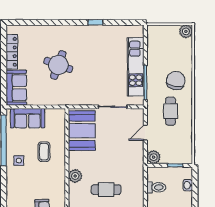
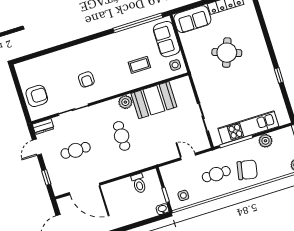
booth: (82, 131) -> (154, 100), moved
side table: (181, 149) -> (183, 195), added
plant: (154, 157) -> (265, 141), moved
side table: (19, 160) -> (175, 65), moved
washbasin: (188, 185) -> (162, 209), moved

